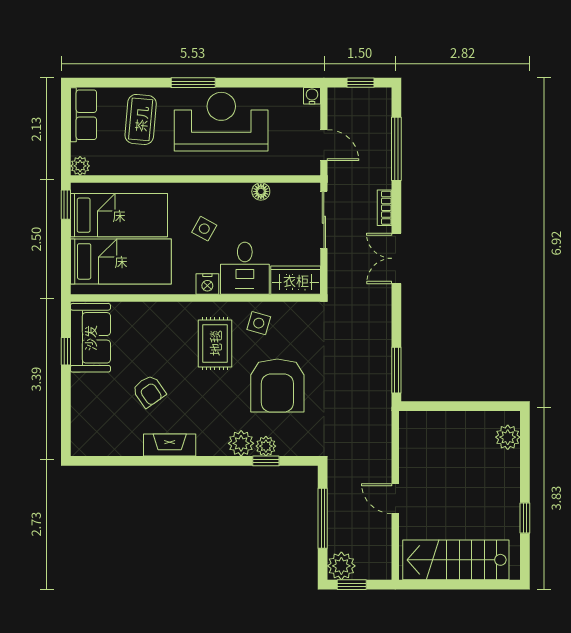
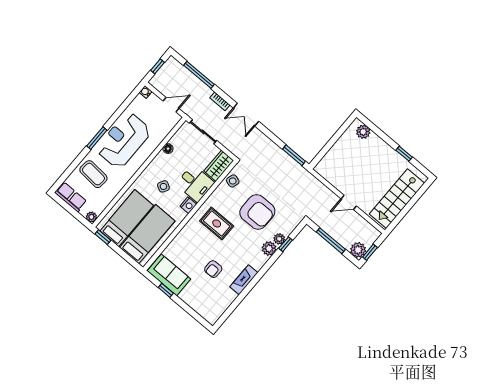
side table: (259, 323) -> (233, 181), moved
armchair: (149, 391) -> (213, 269), turned 125

